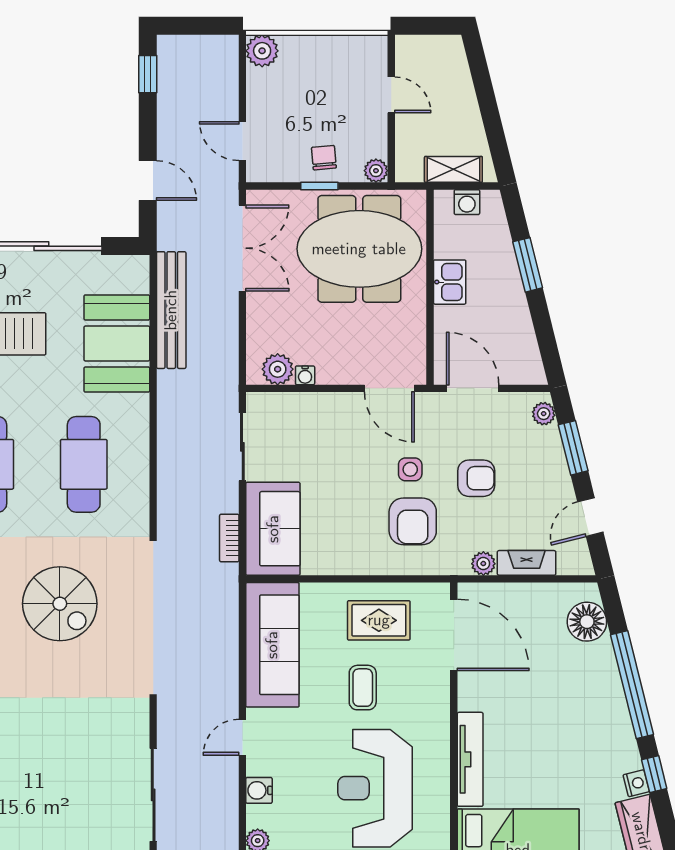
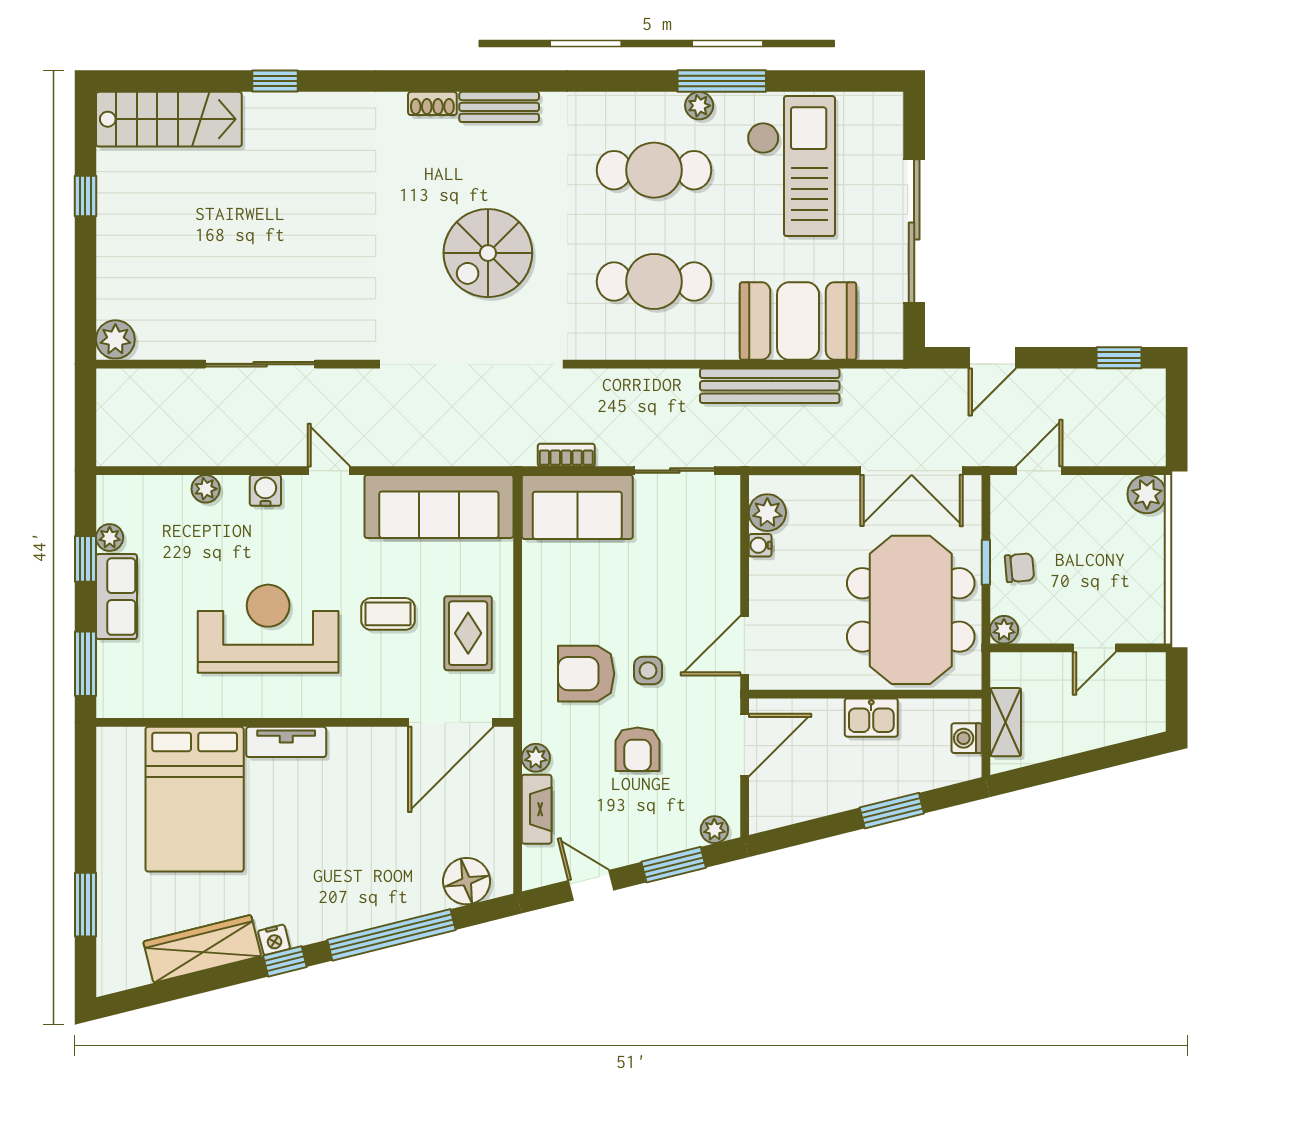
bench: (171, 310) -> (770, 386), moved
tv unit: (470, 759) -> (286, 742), width x0.71

